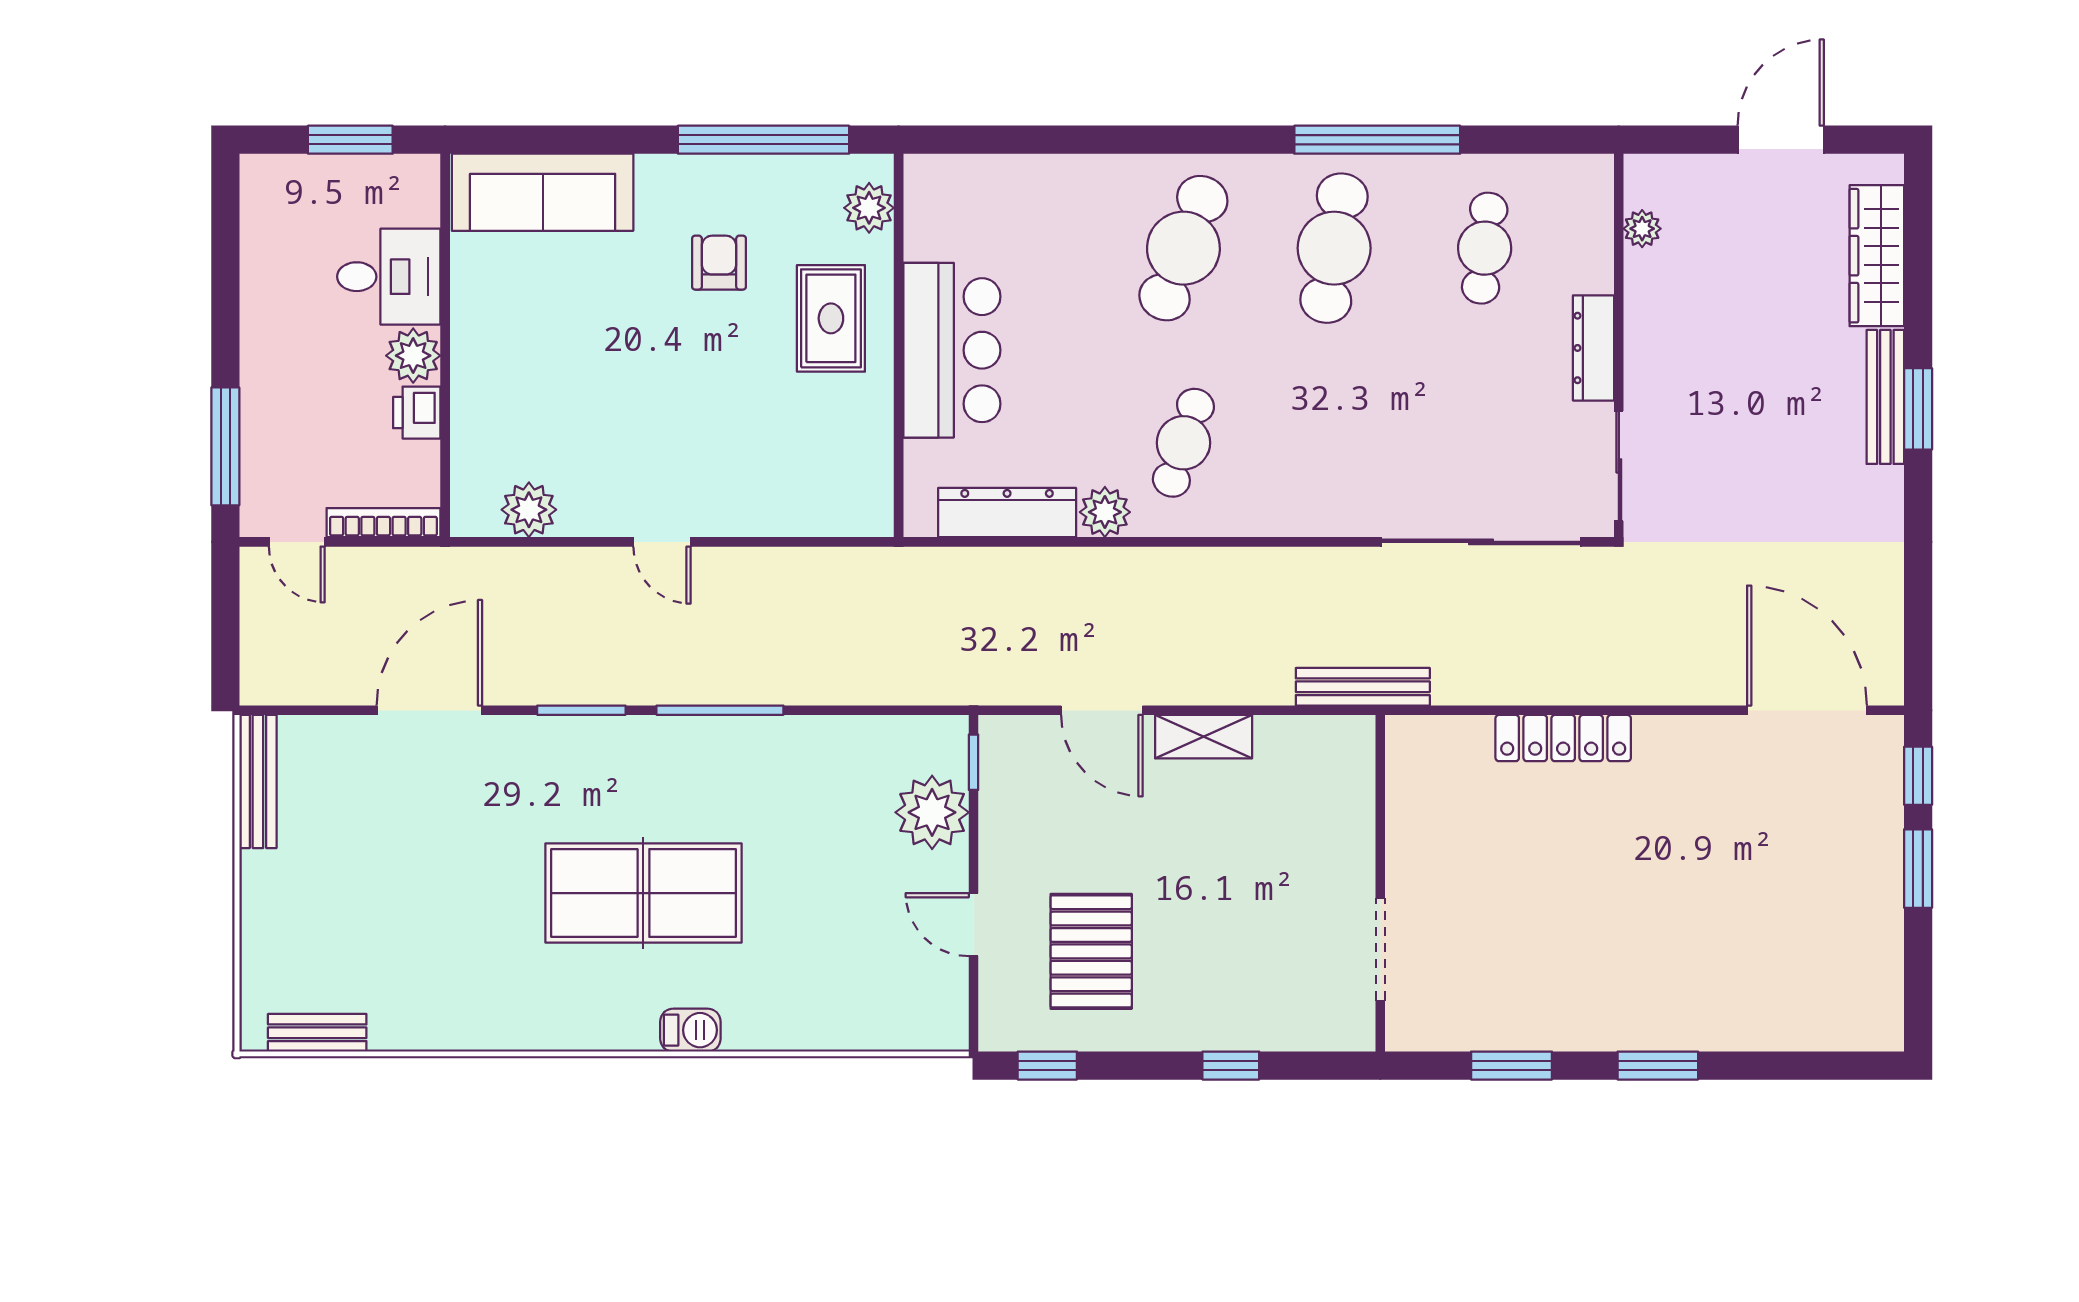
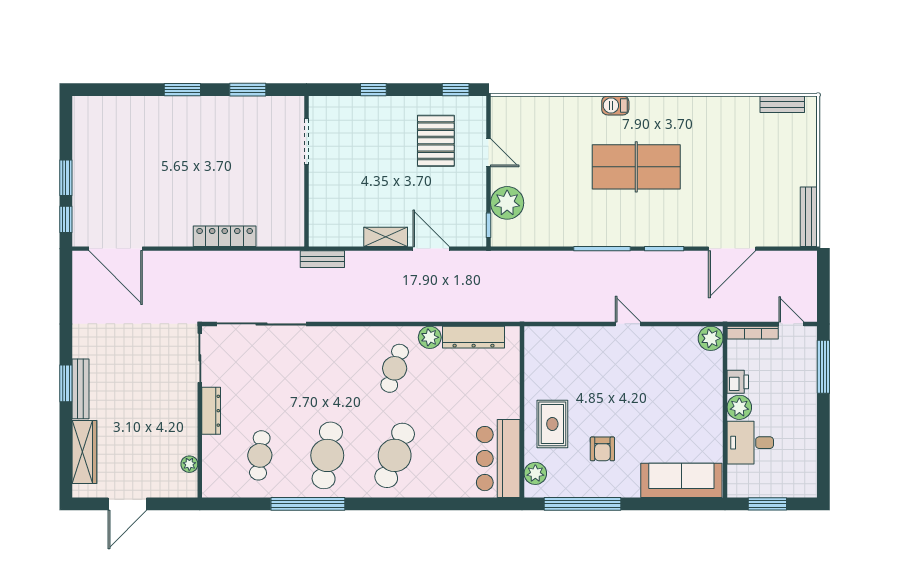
bar counter: (952, 350) -> (498, 459), moved
plant: (529, 510) -> (711, 338), moved
bench: (1363, 687) -> (322, 259), width x0.73

